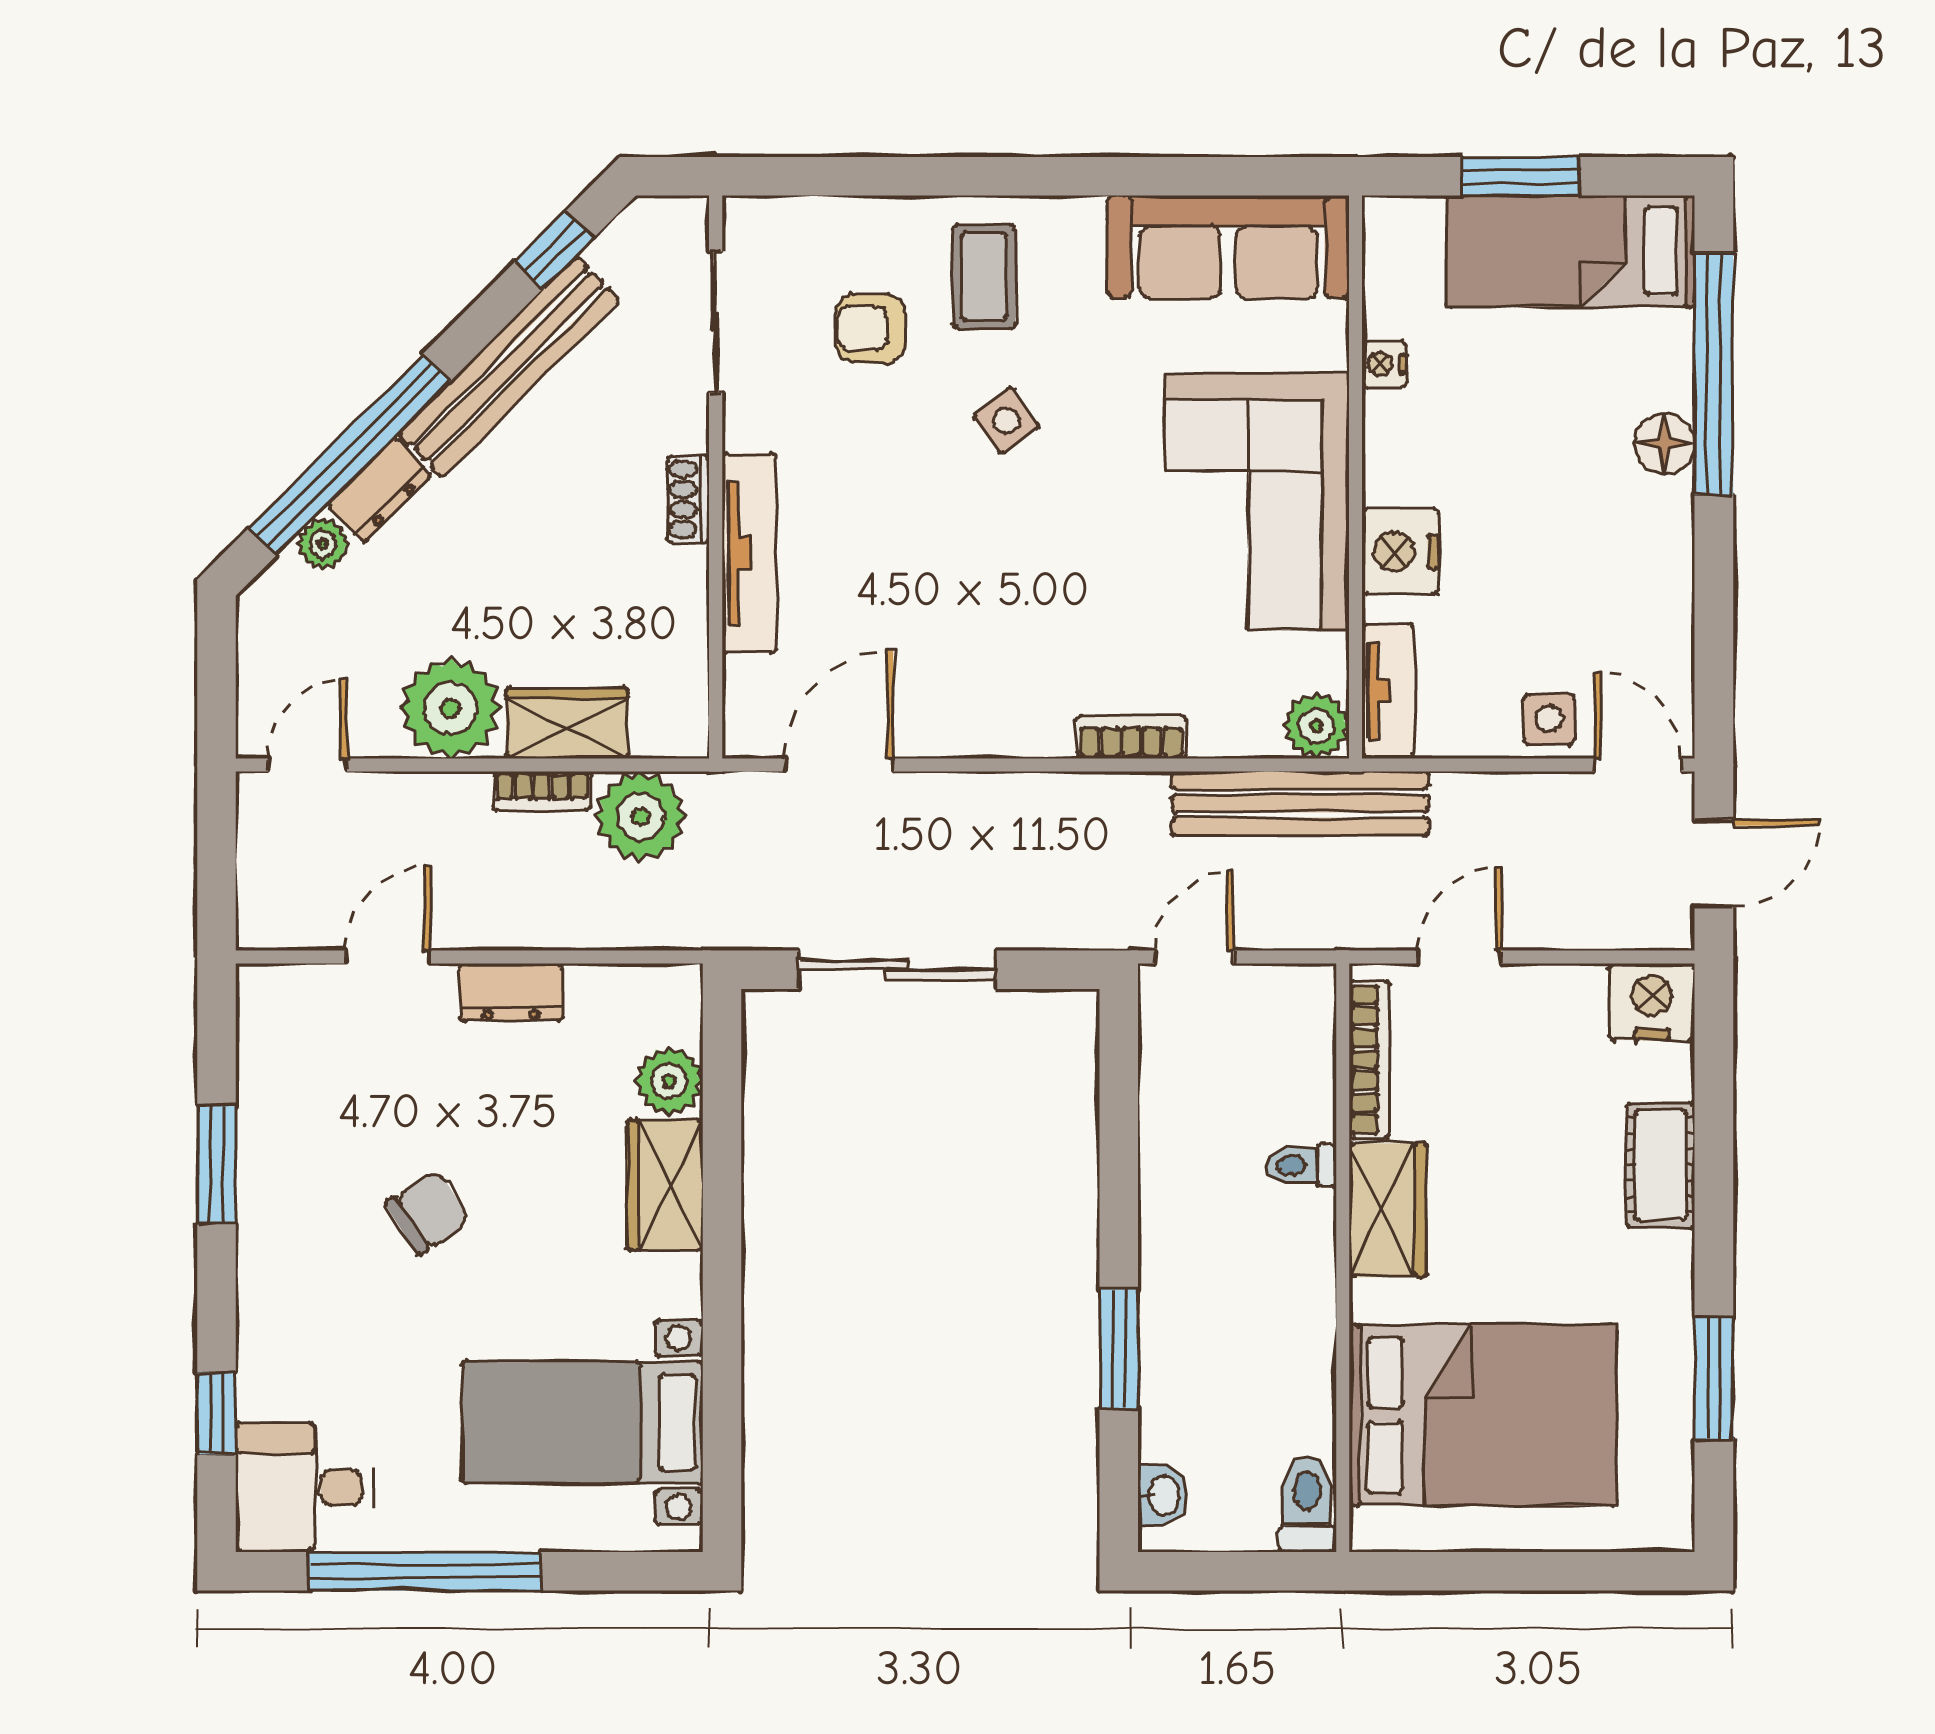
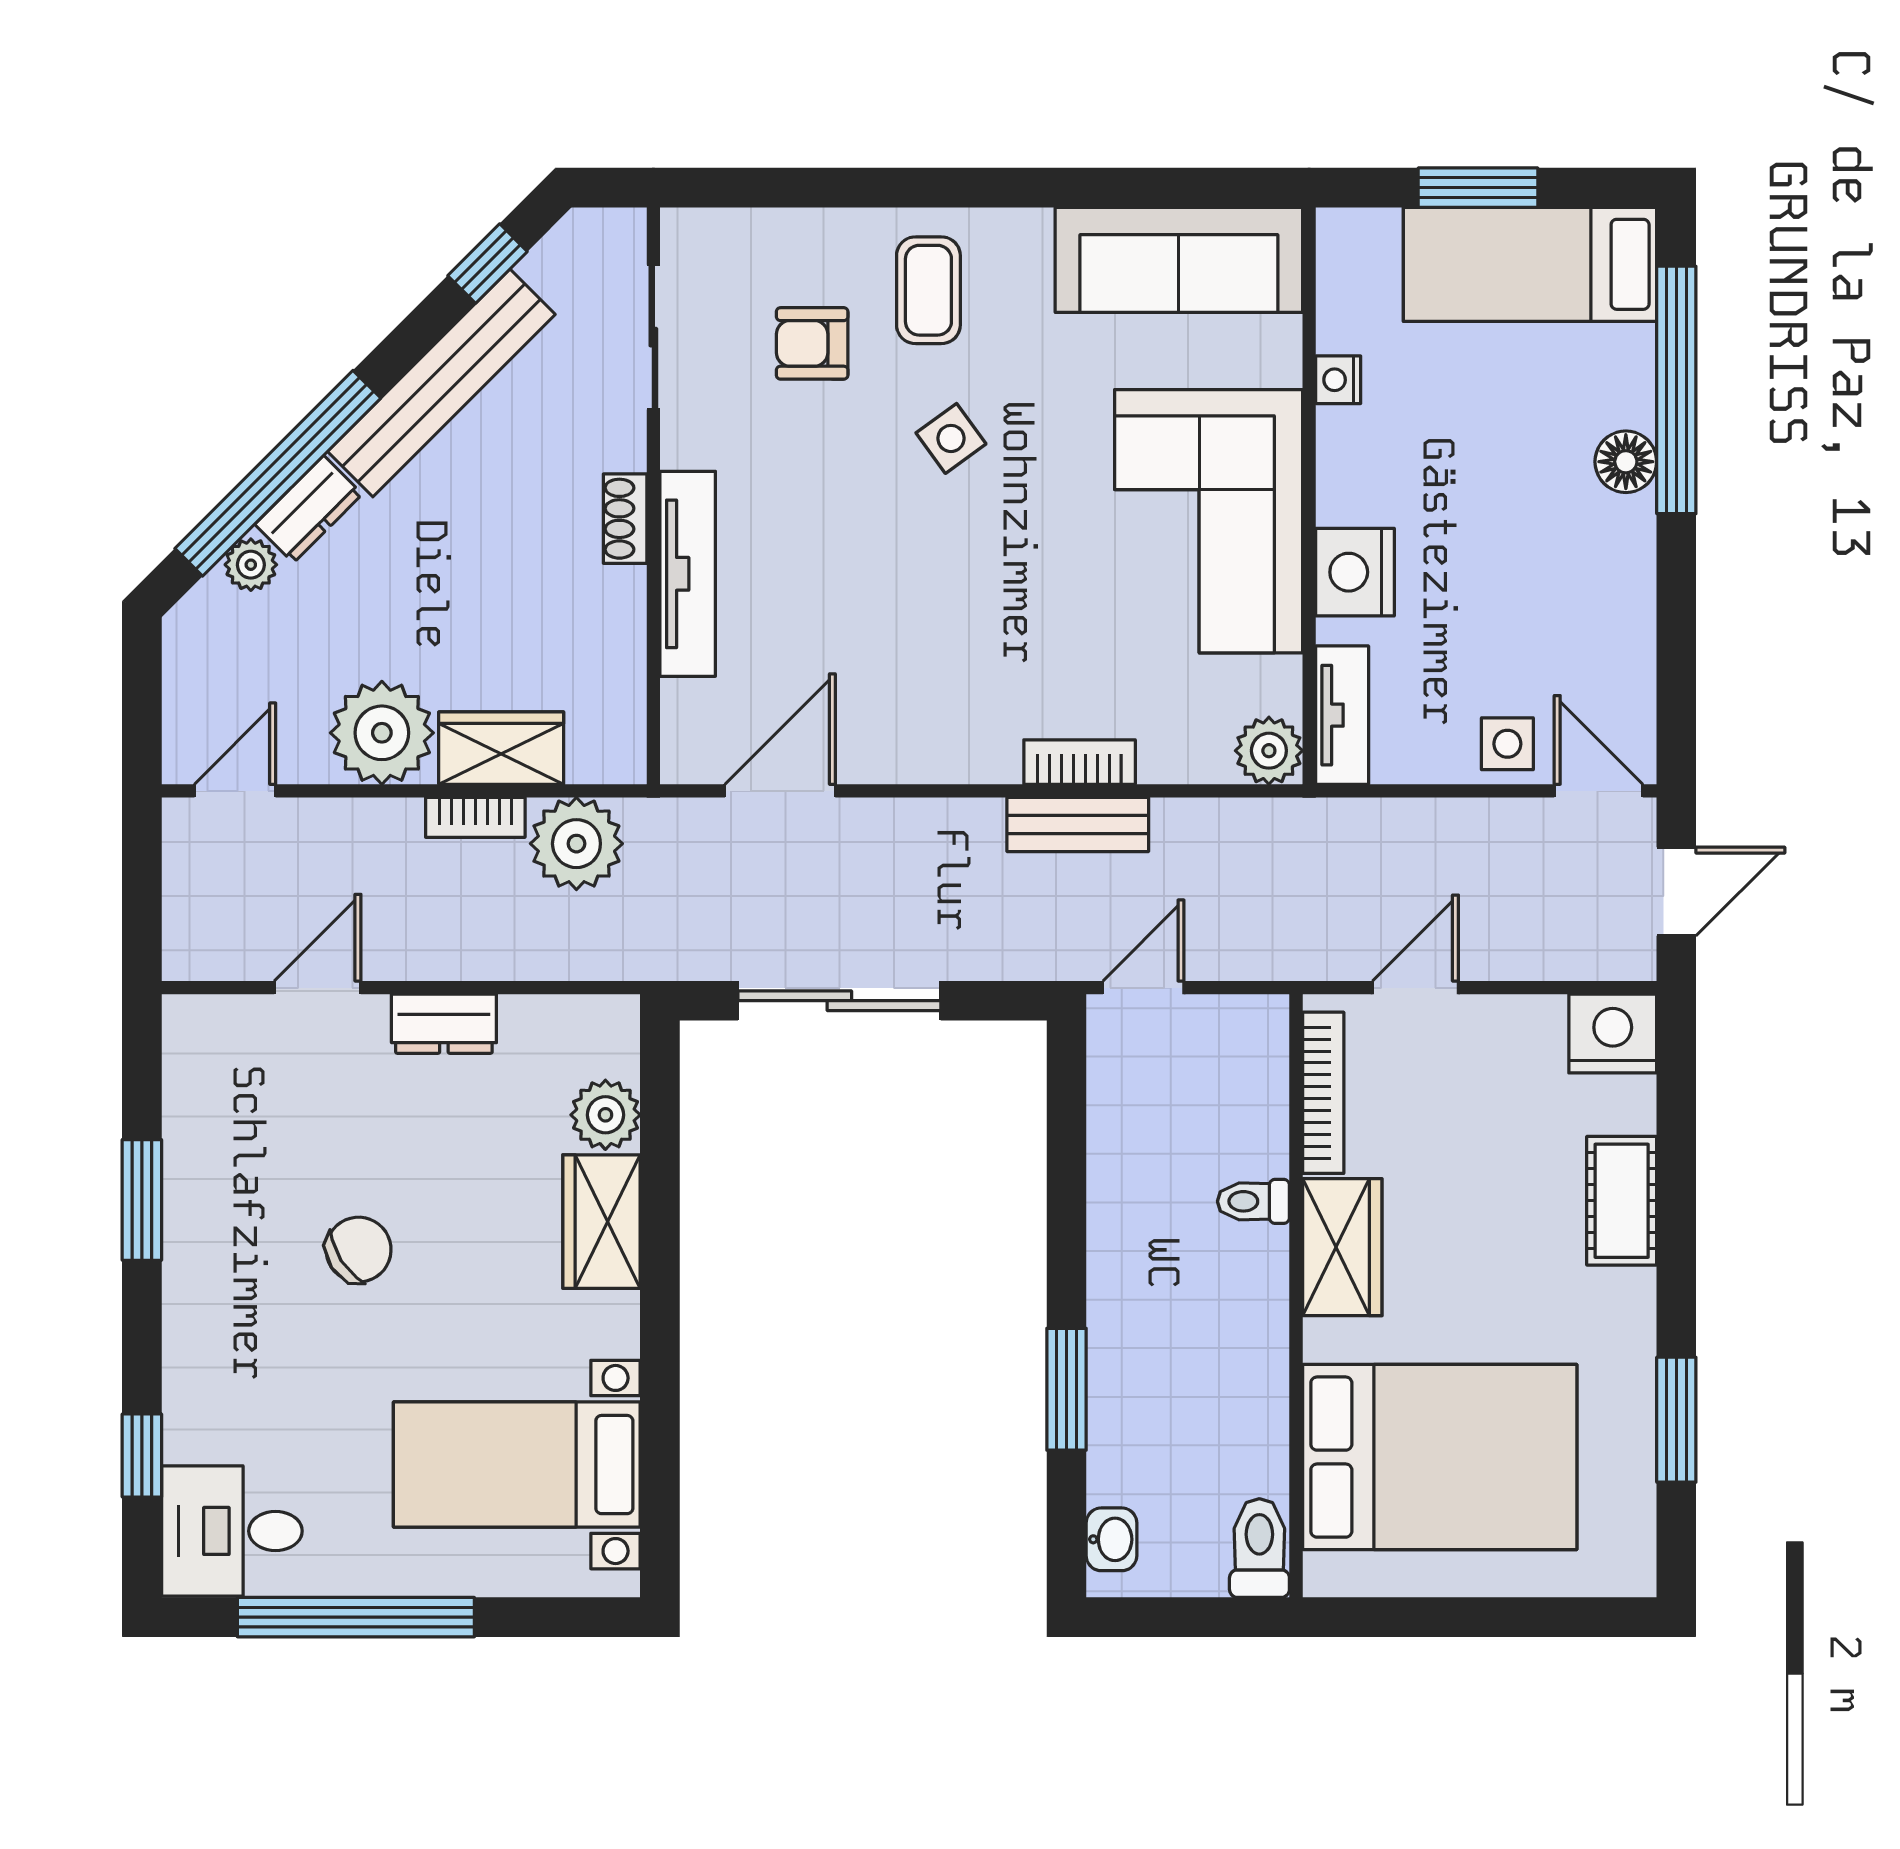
bench: (1300, 803) -> (1078, 824), moved, width x0.54, depth x0.82

